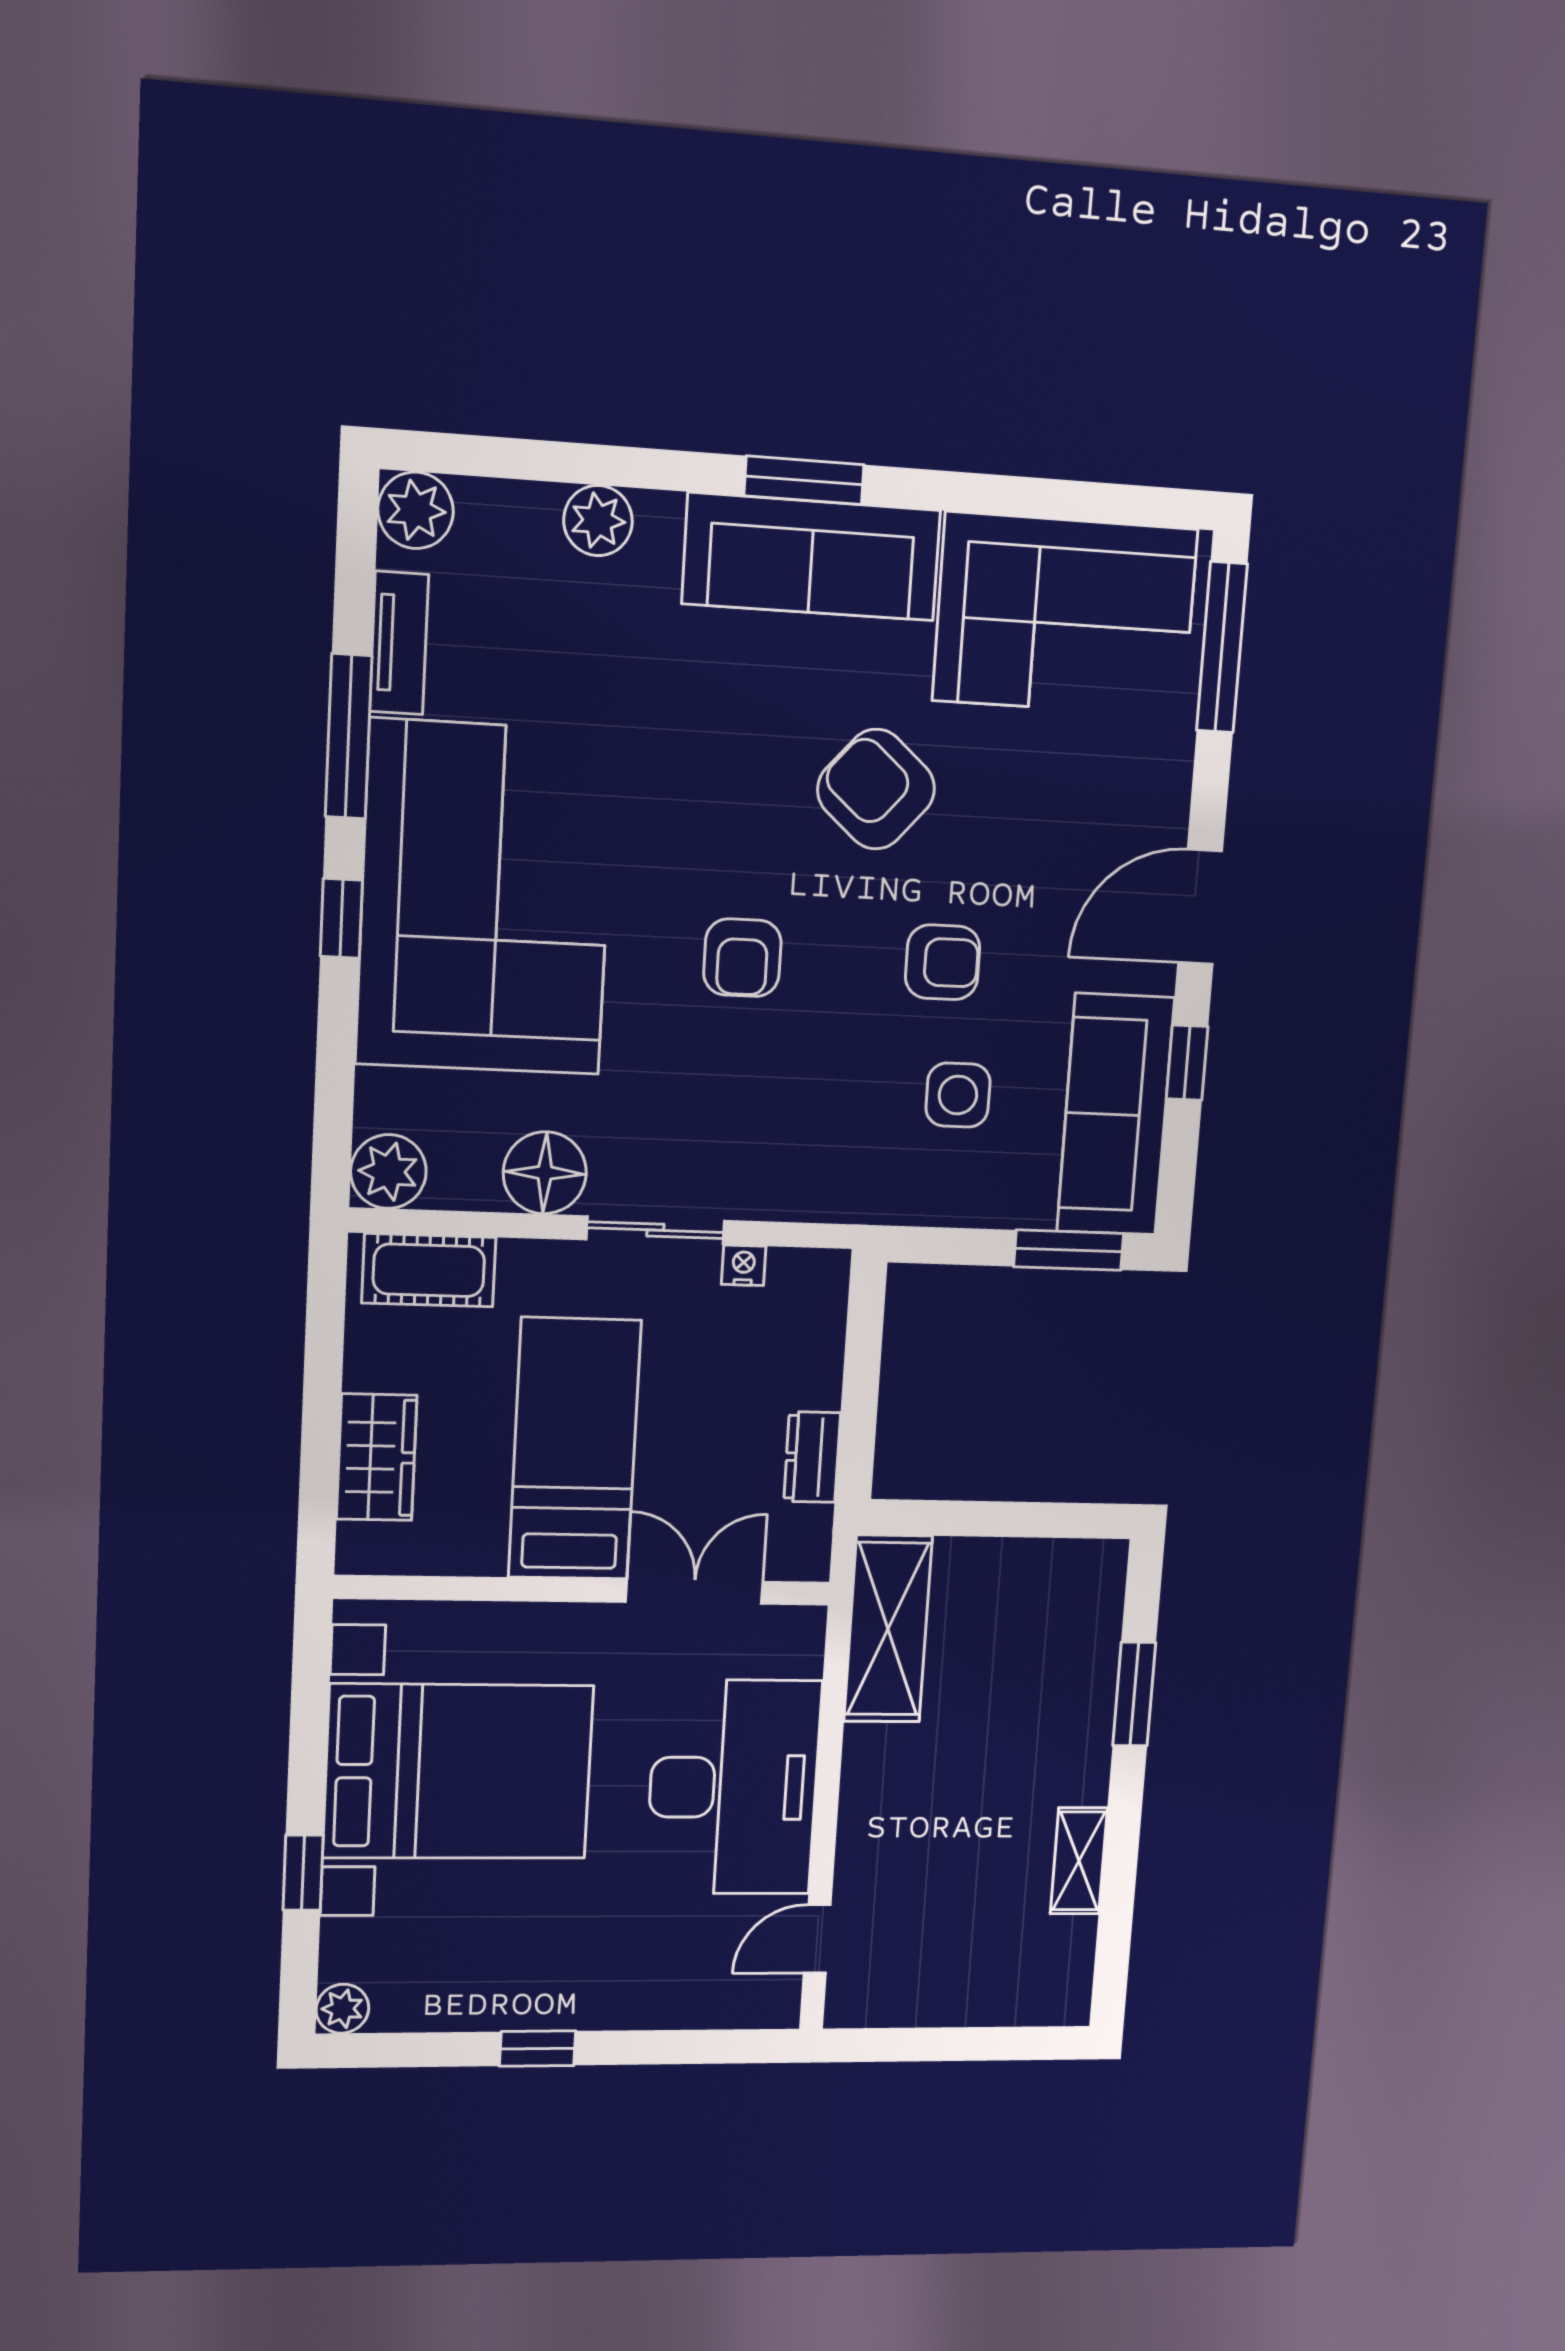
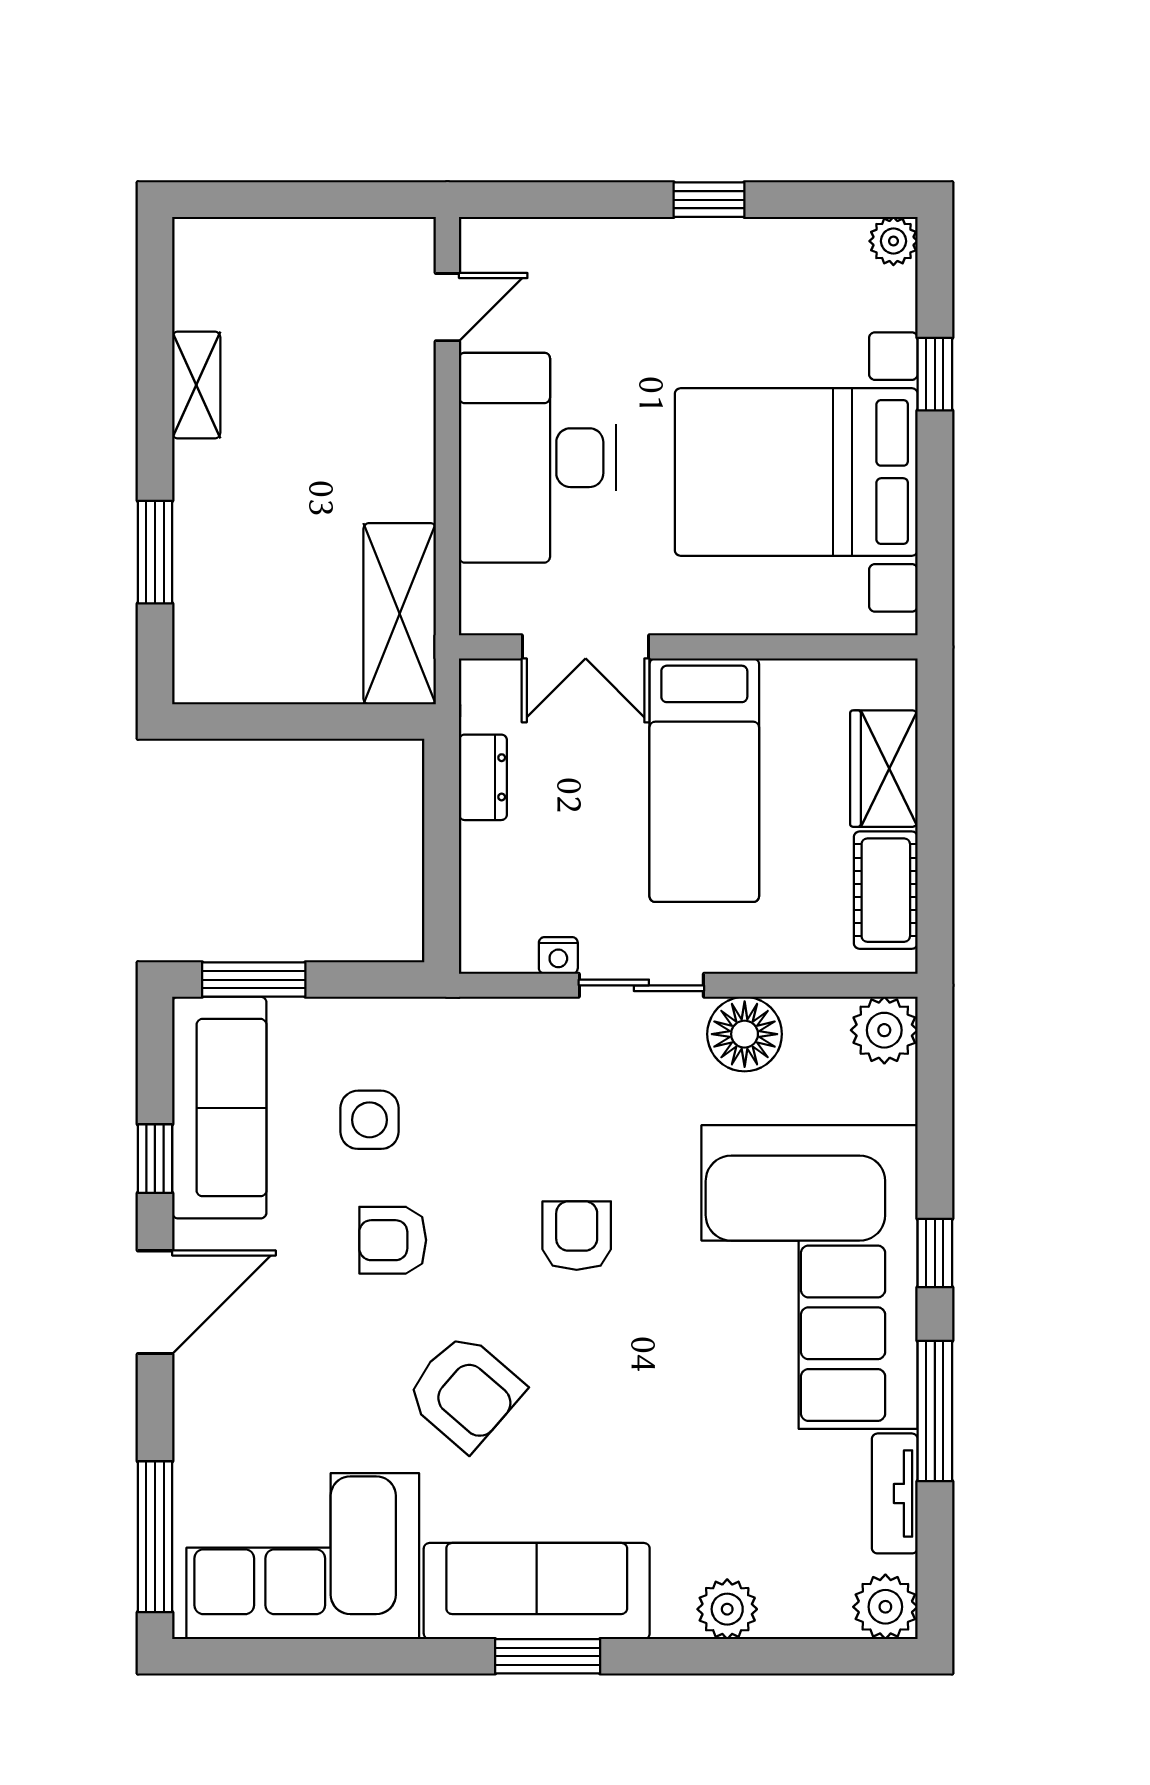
cot: (429, 1270) -> (886, 890), moved, turned 90

